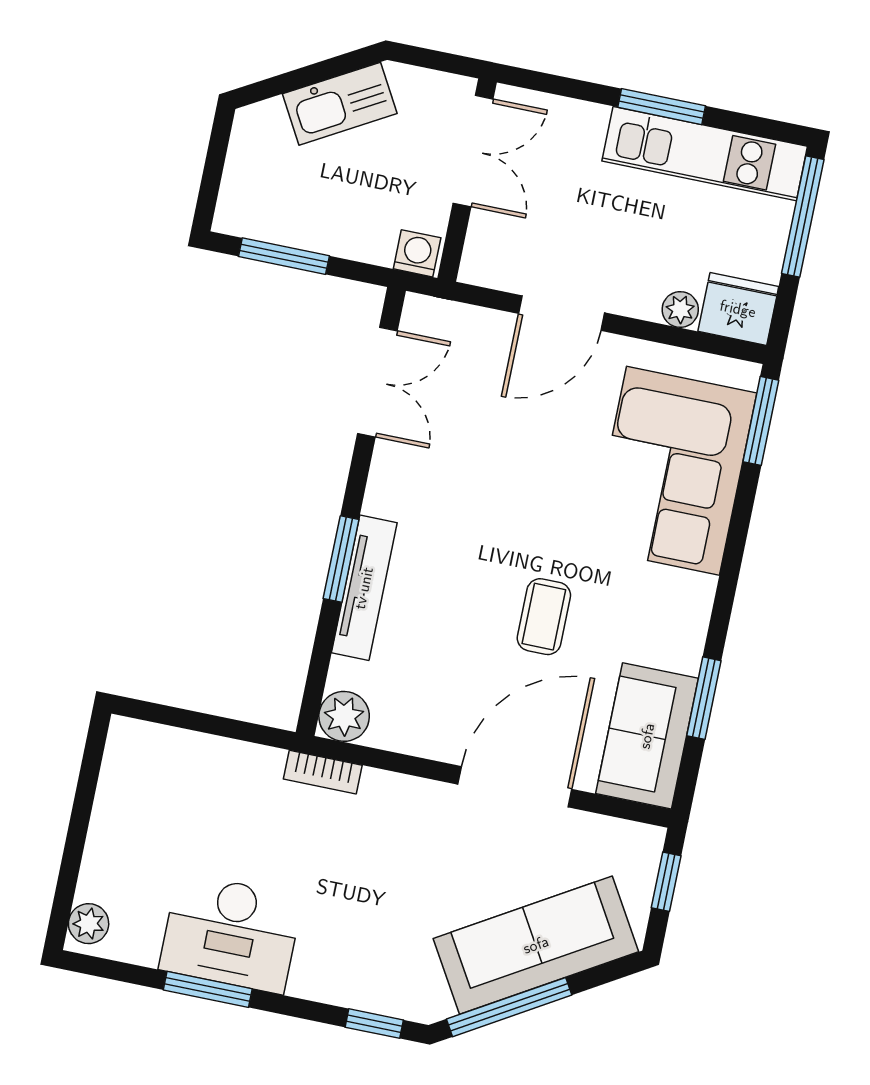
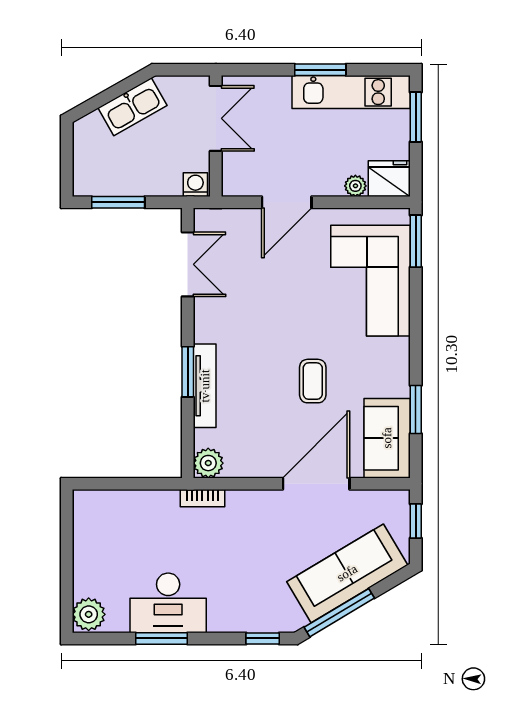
window: (803, 217) -> (416, 117), width x0.69
plant: (89, 924) -> (89, 614), width x1.38, depth x1.38

